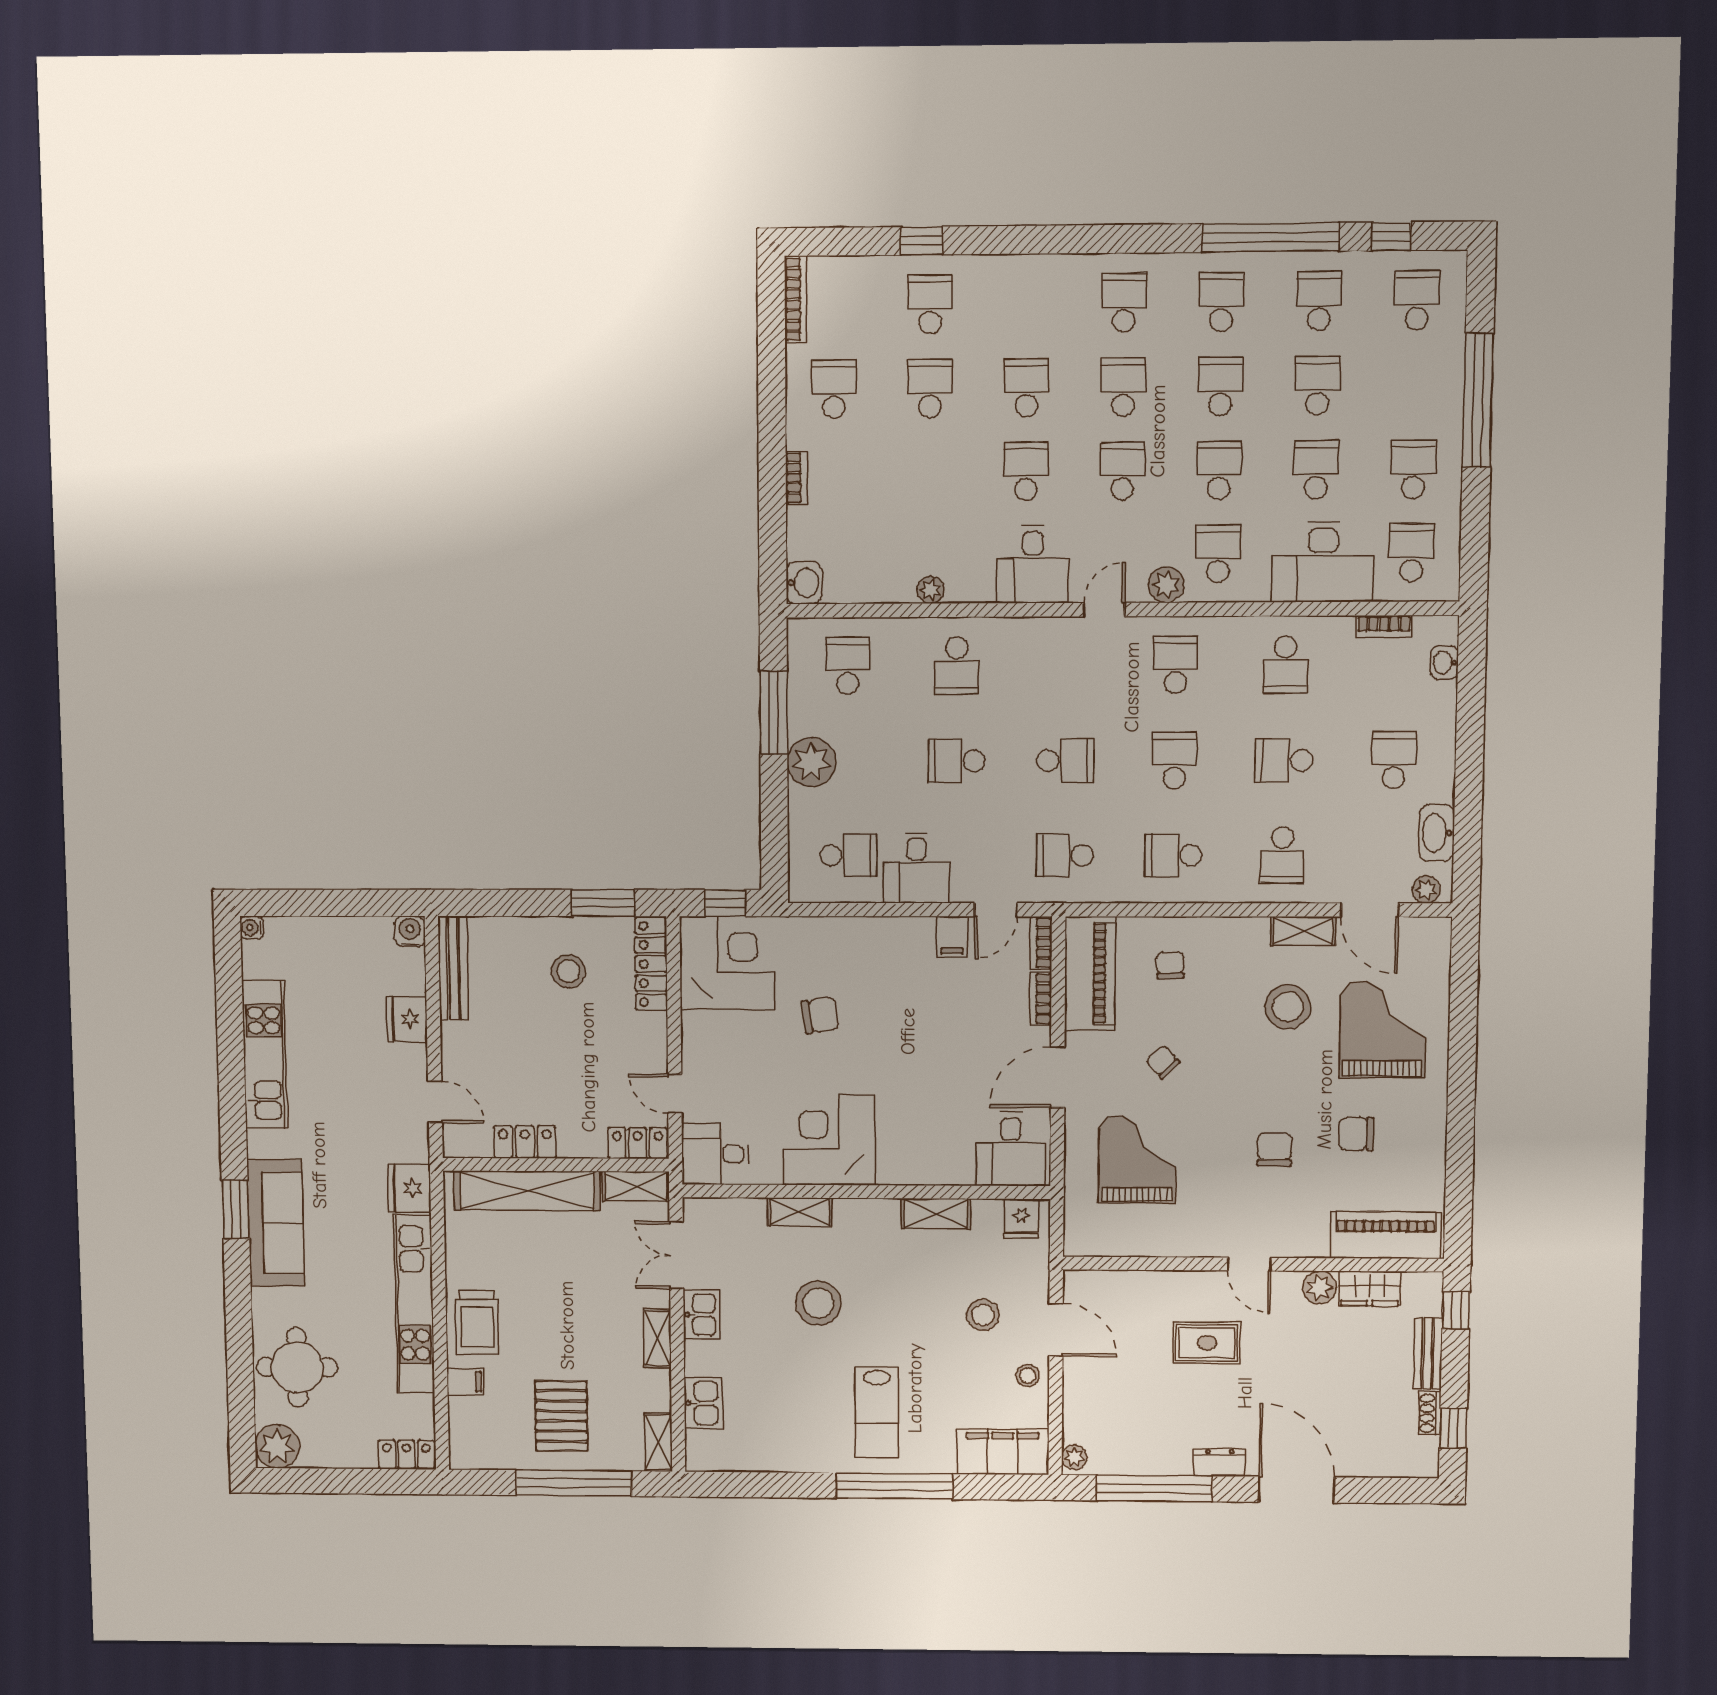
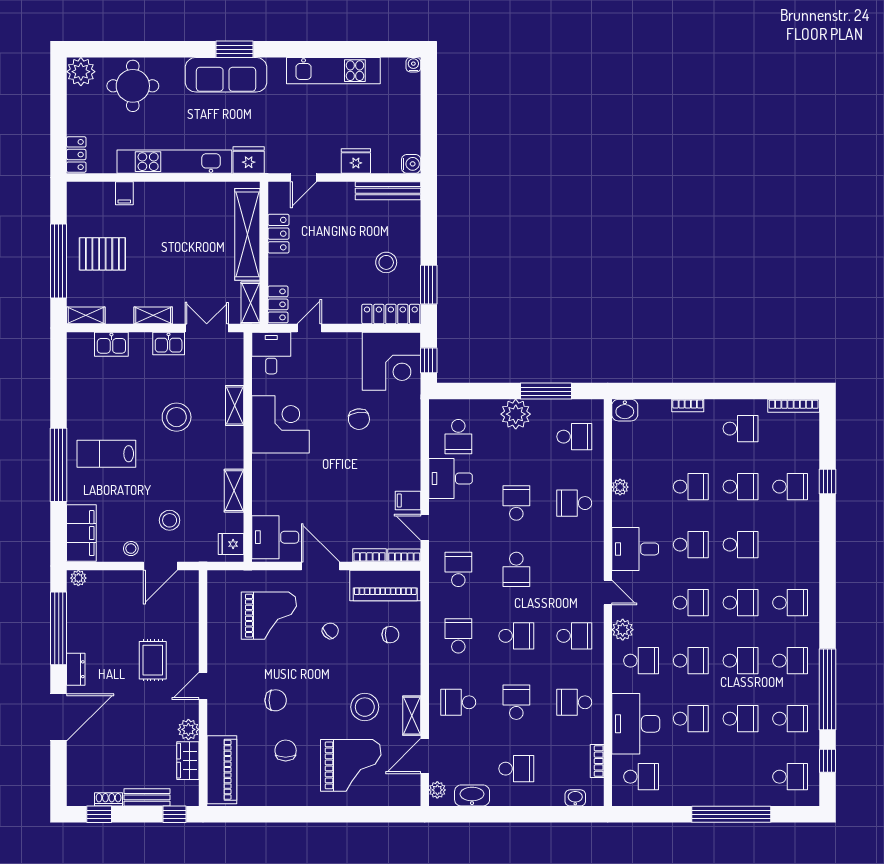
school desk: (1413, 469) -> (691, 487), moved
trolley: (477, 1323) -> (163, 201), removed

